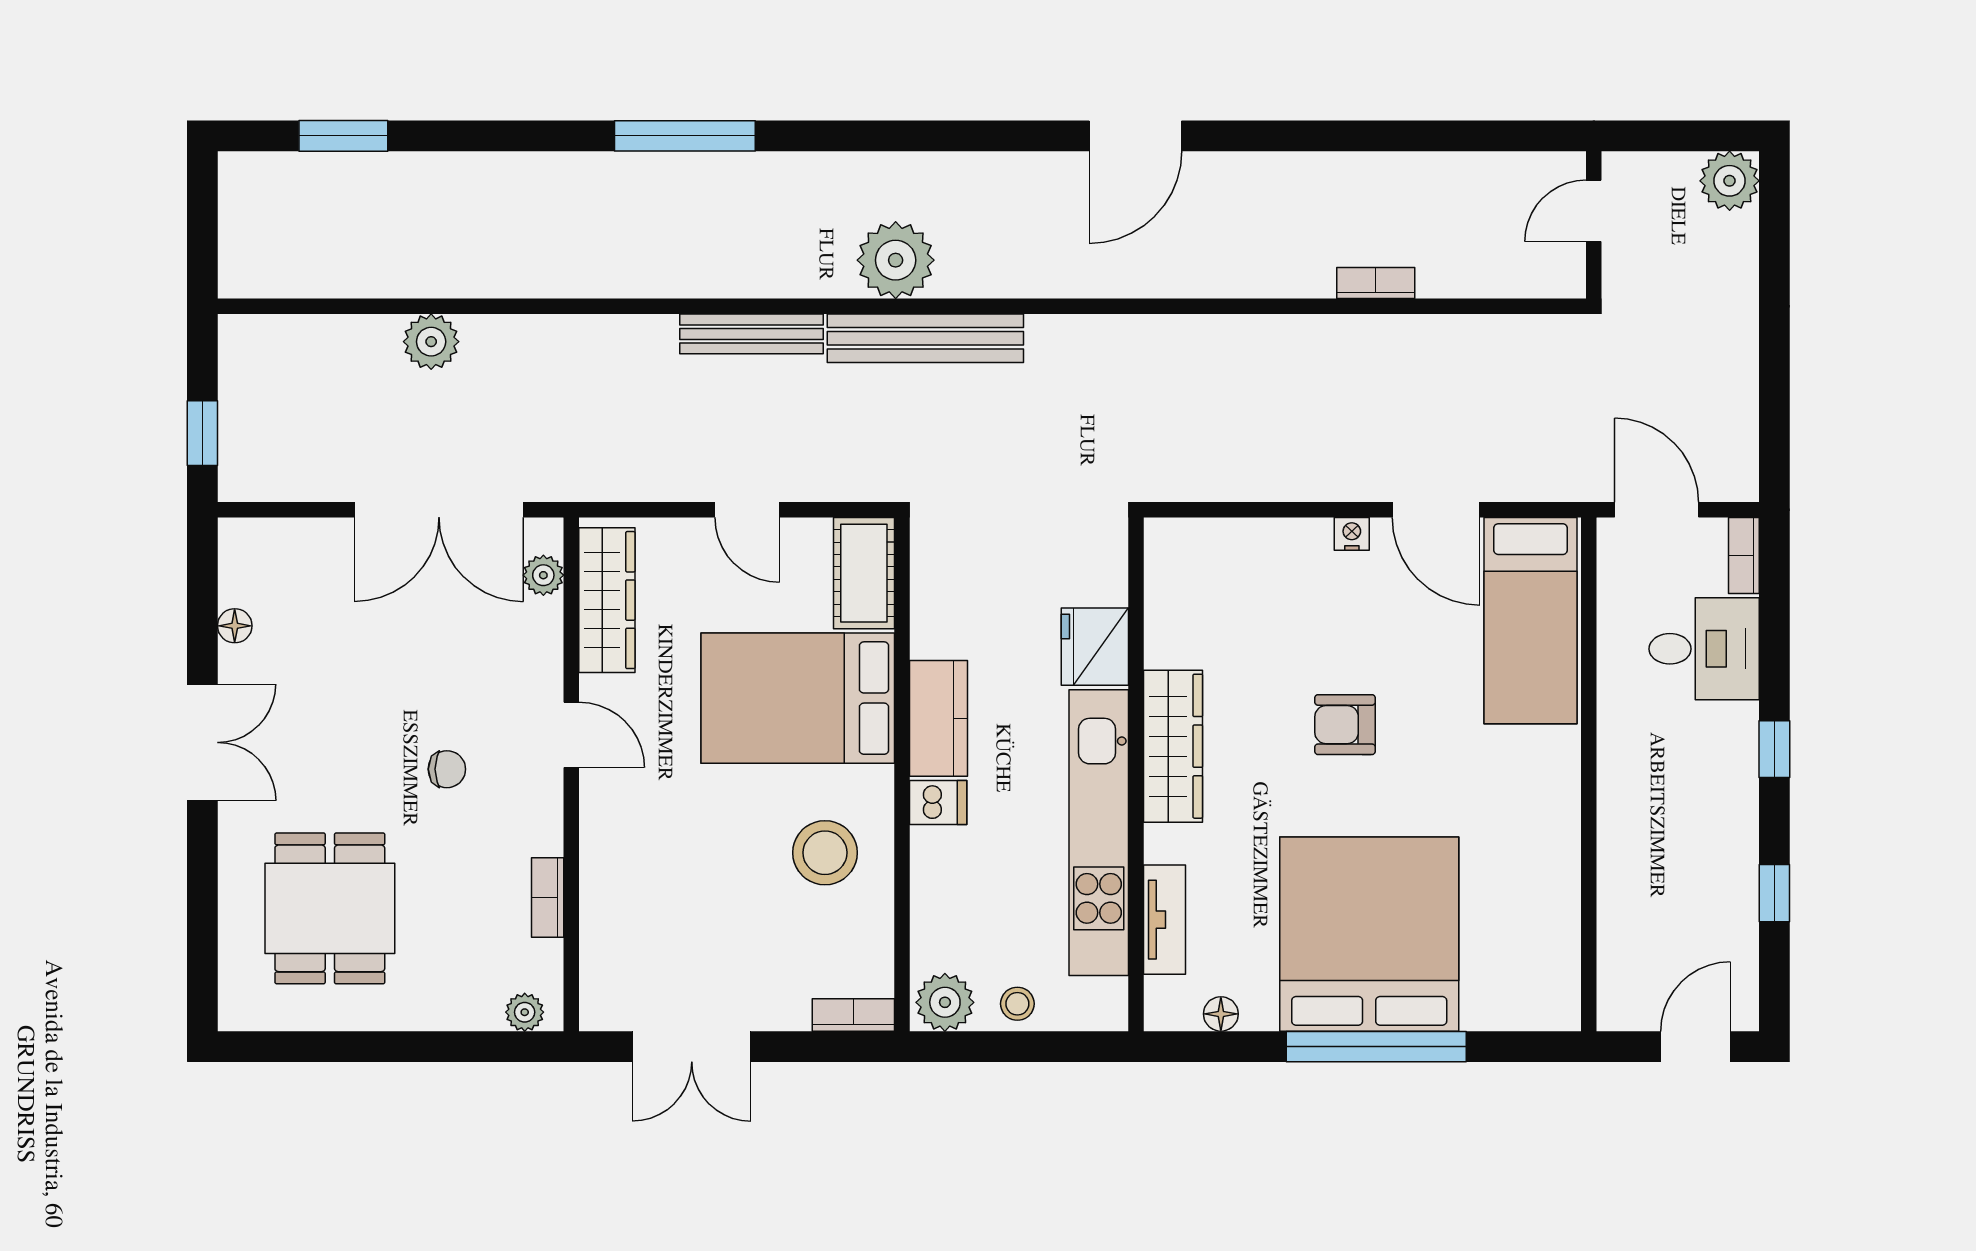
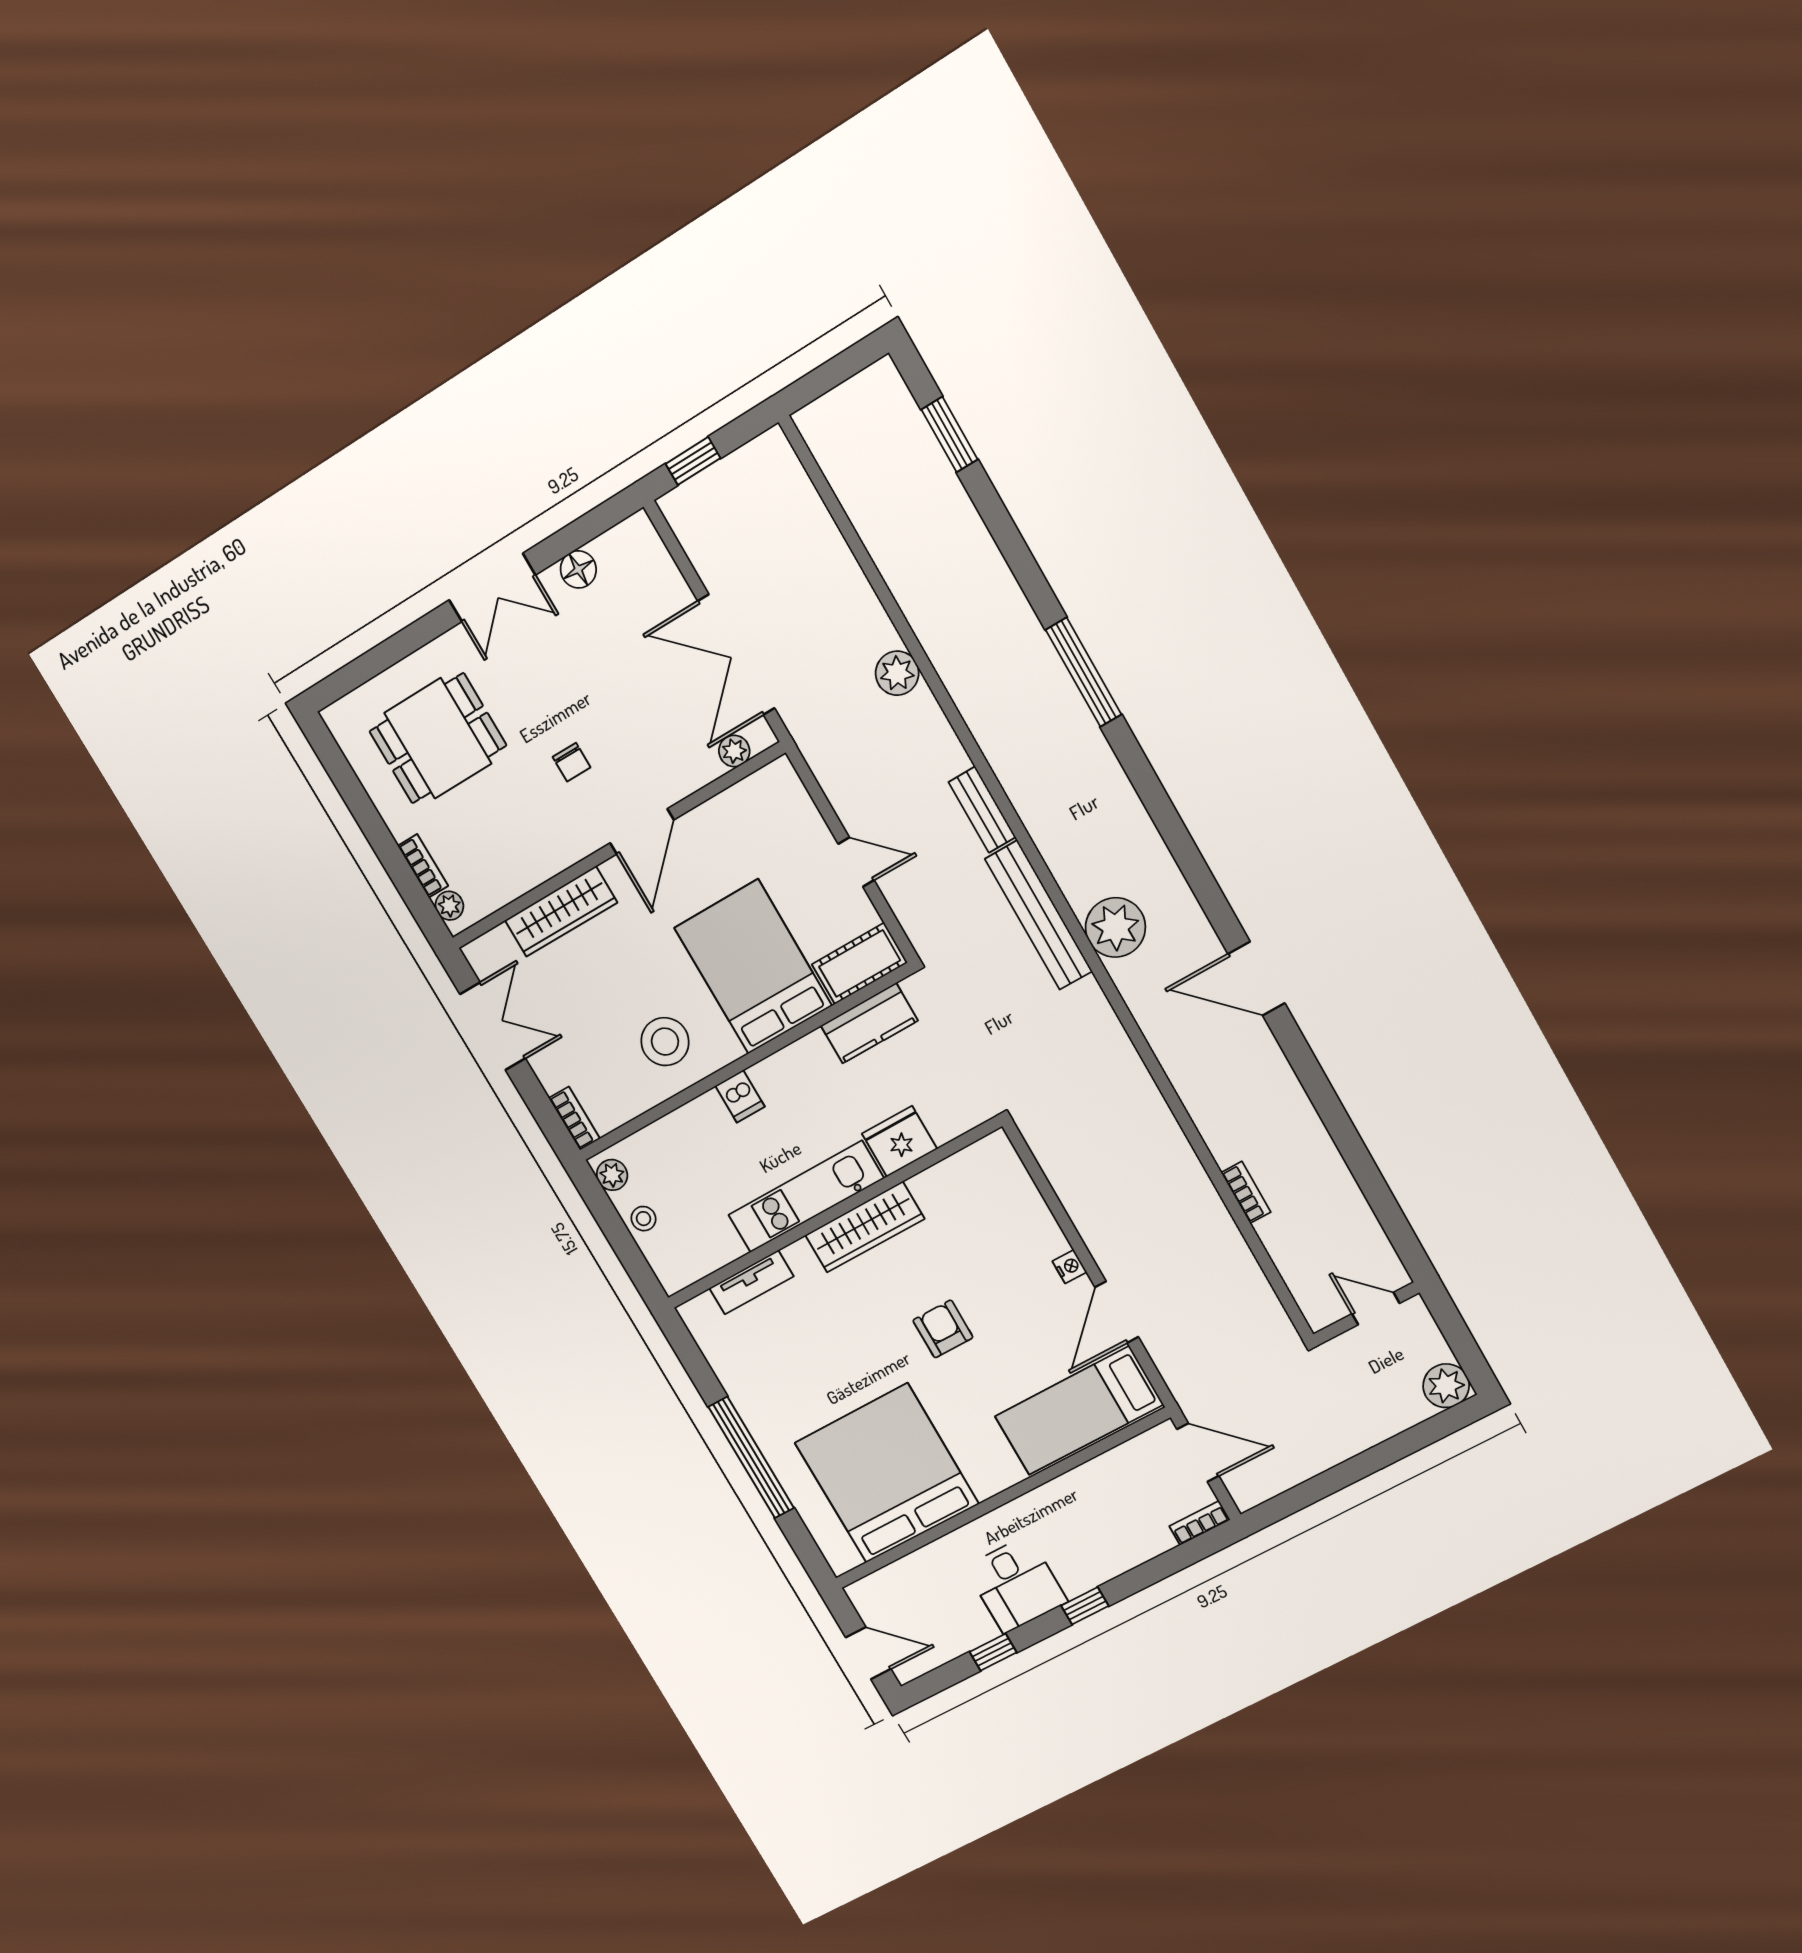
plant: (896, 260) -> (1115, 927), moved
bench: (752, 334) -> (982, 810), width x0.73
plant: (431, 342) -> (897, 673), moved
door: (747, 510) -> (856, 862), swing flipped
door: (1657, 510) -> (1198, 1452), hinge flipped
wardrobe: (607, 600) -> (561, 912), moved
floor lamp: (235, 626) -> (578, 569), width x1.37, depth x1.37
desk: (1704, 649) -> (1016, 1584), moved
kitchen counter: (938, 718) -> (869, 1023), moved
door: (571, 735) -> (642, 831), width x1.38
kitchen unit: (1099, 833) -> (806, 1197), width x0.73
bookcase: (548, 897) -> (423, 866), moved, turned 90
bed: (1369, 934) -> (887, 1473), moved, turned -90
plant: (945, 1002) -> (612, 1175), width x0.73, depth x0.73
floor lamp: (1221, 1014) -> (714, 1350), removed
double door: (692, 1047) -> (493, 1026), swing flipped

